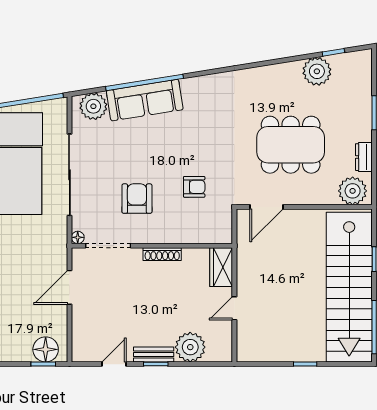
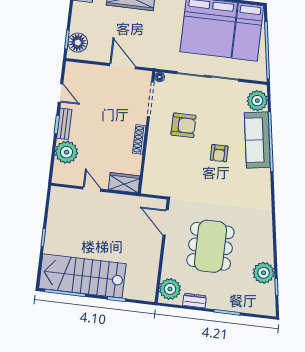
armchair: (194, 187) -> (219, 153), moved
stairs: (349, 287) -> (82, 276), width x0.73

